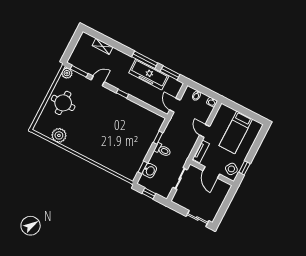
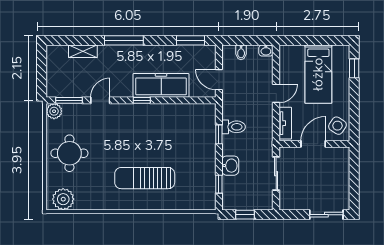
window: (145, 60) -> (124, 40), moved
freezer: (149, 74) -> (161, 85), moved, turned 180
door: (205, 131) -> (276, 93), swing flipped
plant: (59, 135) -> (63, 199), moved
sun lounger: (100, 141) -> (145, 178), added
toilet: (163, 150) -> (234, 127), moved
window: (244, 168) -> (354, 68), moved
washbasin: (150, 171) -> (230, 166), moved
door: (211, 172) -> (313, 144), swing flipped

